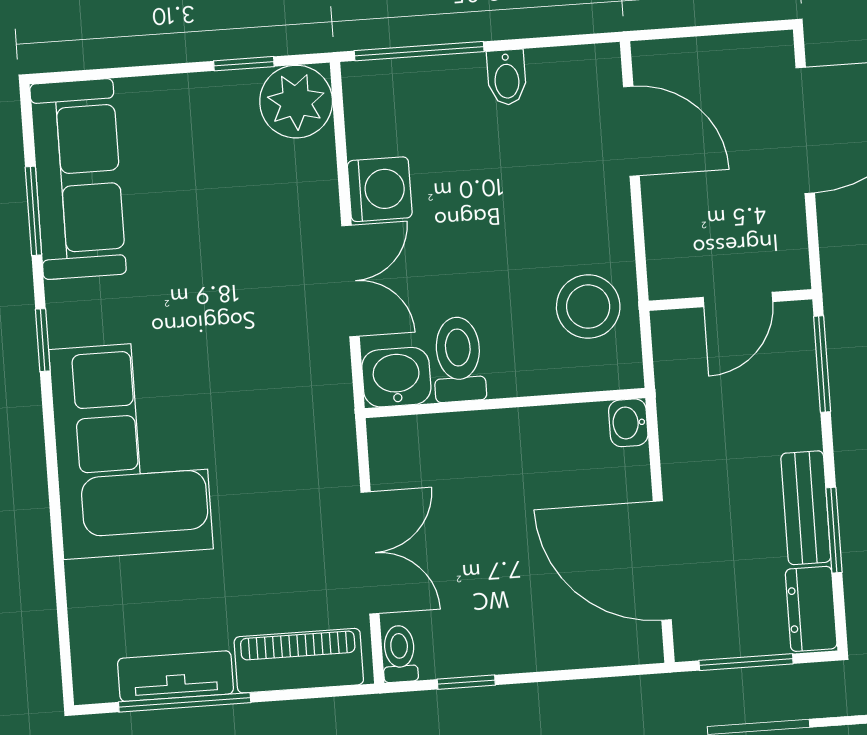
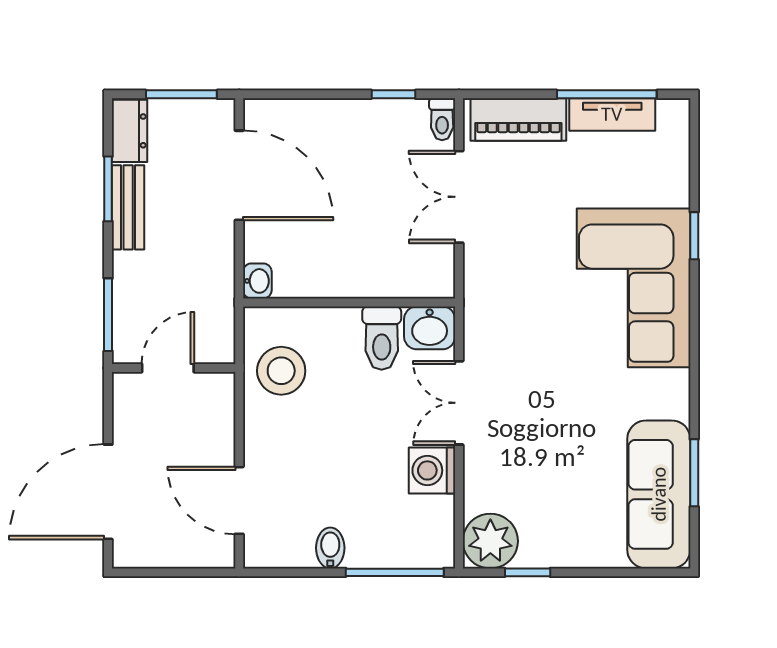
window: (43, 340) -> (694, 236), moved

